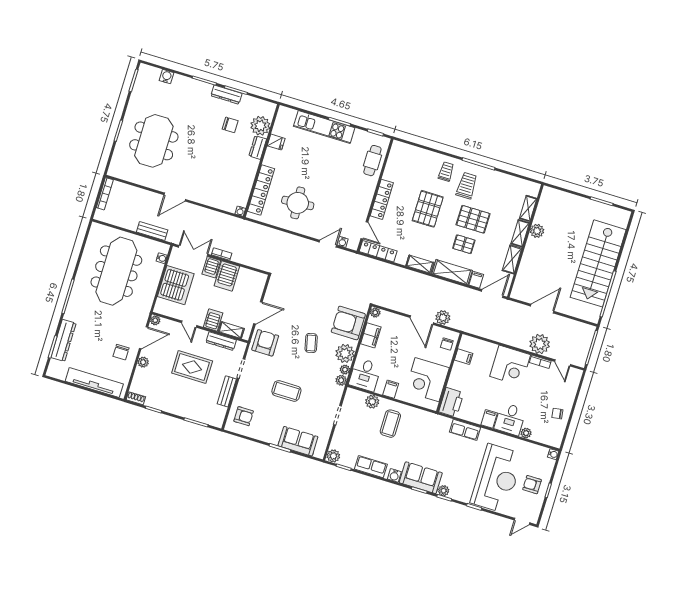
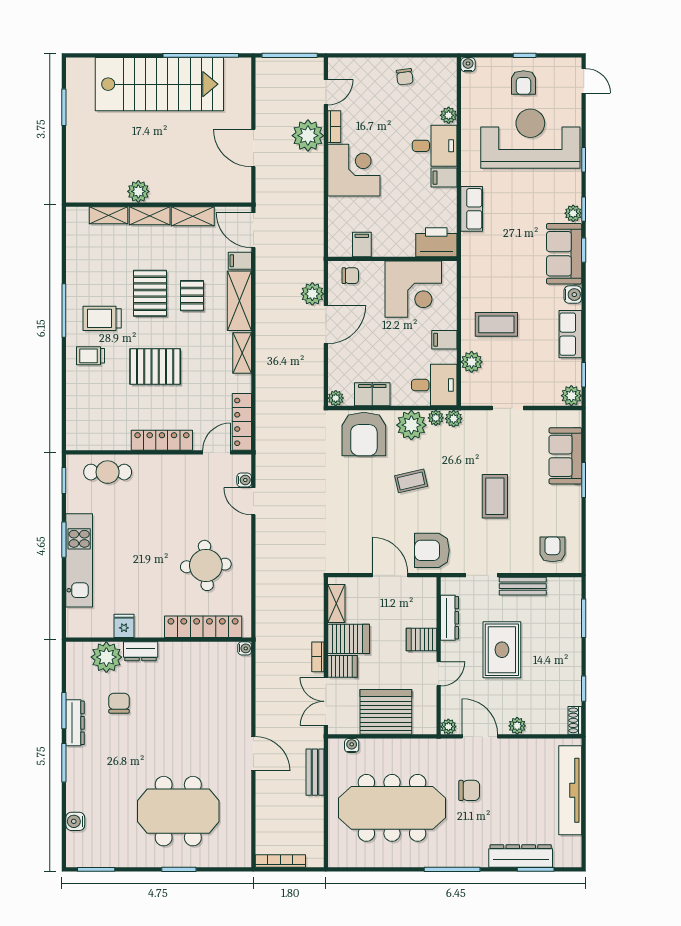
shelving: (231, 330) -> (336, 603), moved
chair: (121, 352) -> (469, 790), moved

